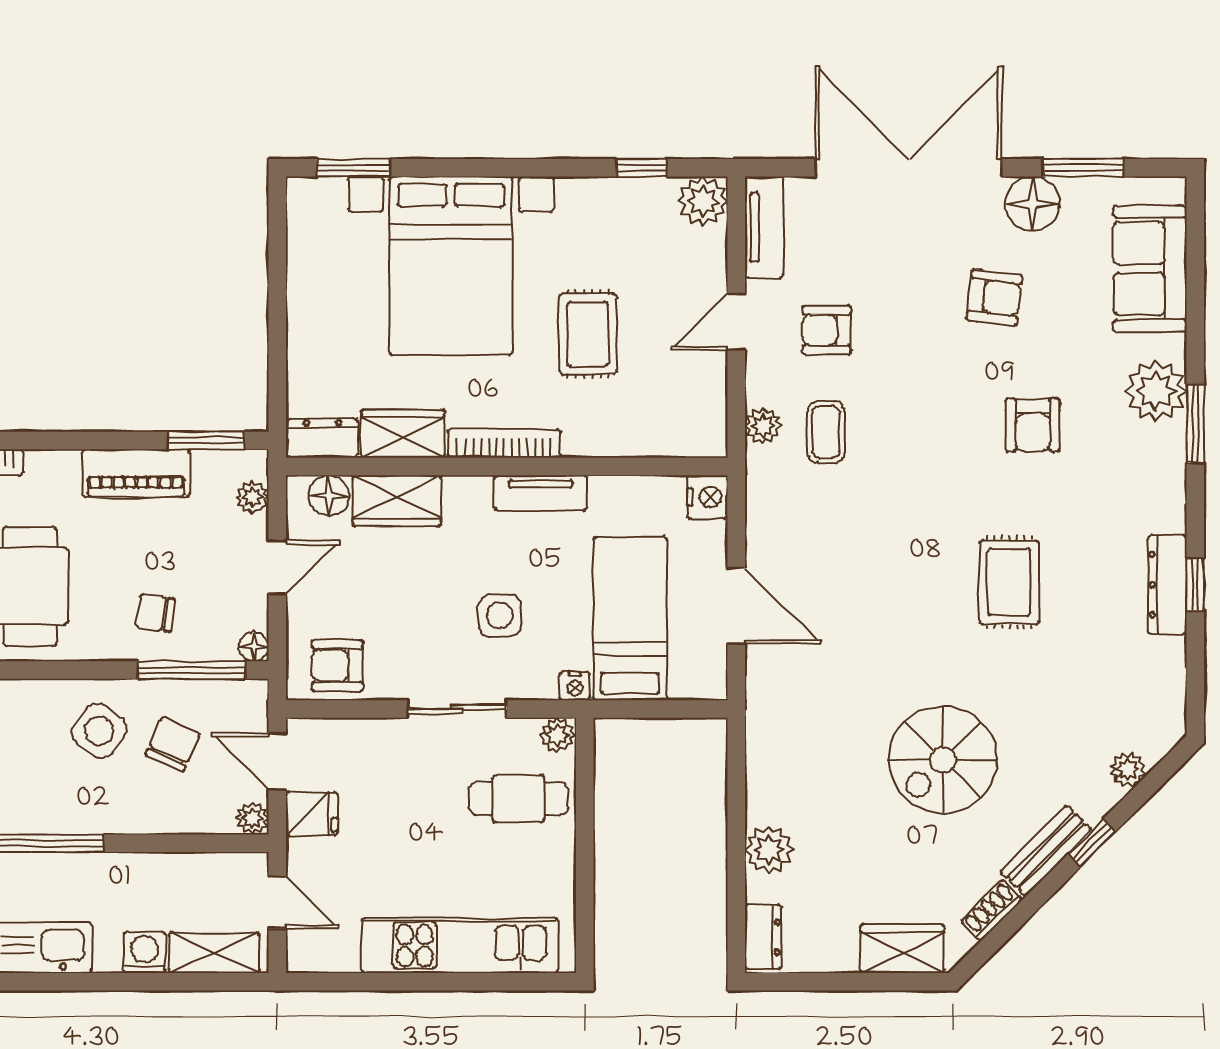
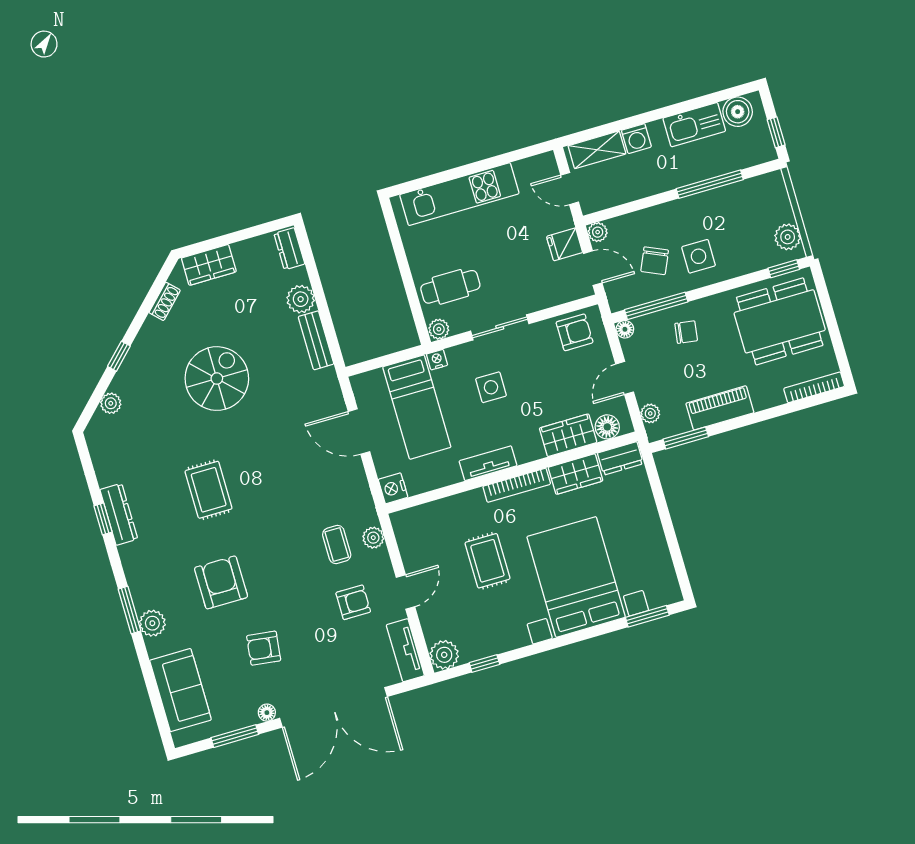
floor lamp: (1032, 204) -> (267, 713), width x0.53, depth x0.53
plant: (1156, 391) -> (152, 623), width x0.73, depth x0.73
armchair: (1033, 425) -> (221, 582), width x1.38, depth x1.38
side table: (99, 731) -> (699, 256), turned -35
bench: (1046, 851) -> (316, 340), moved, turned -45

